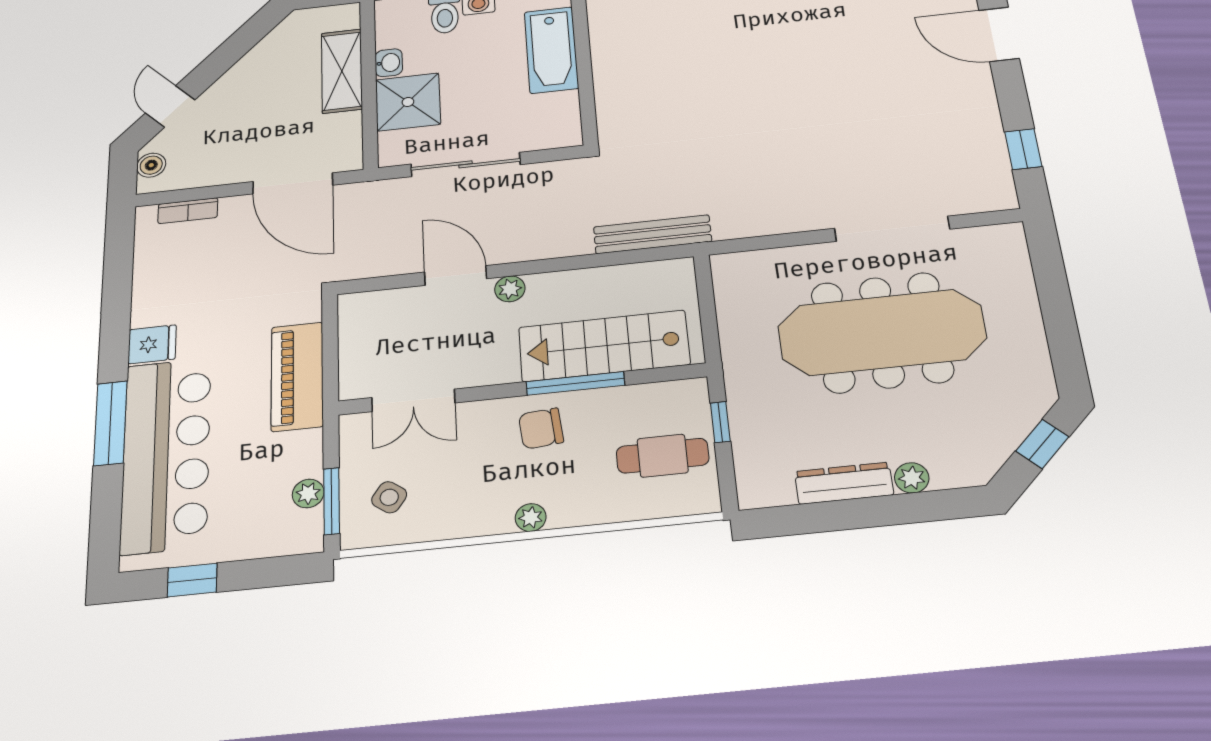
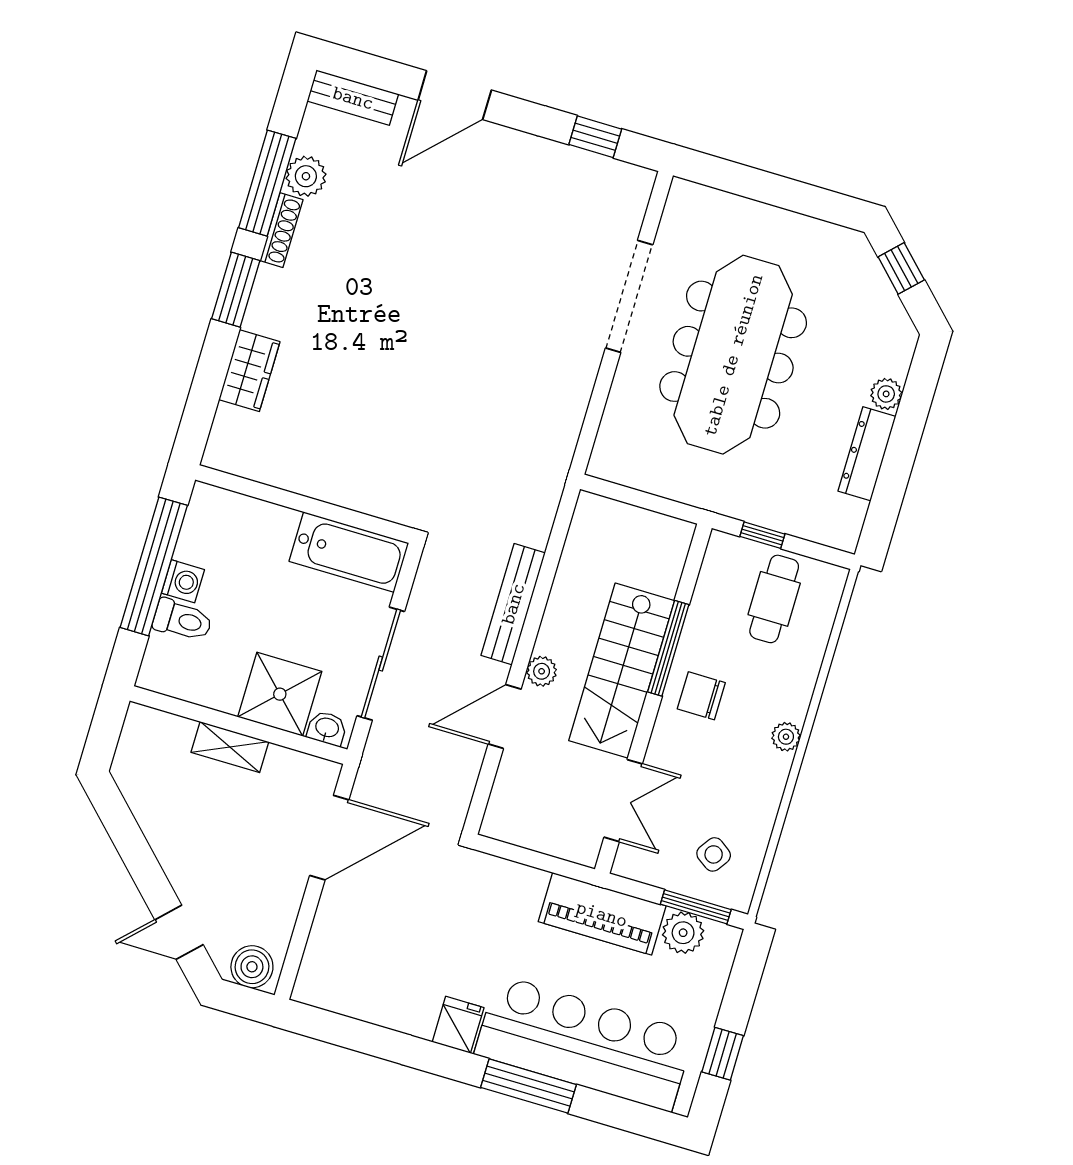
bathtub: (551, 50) -> (349, 552), moved
washbasin: (389, 63) -> (327, 728), moved
shelving: (342, 71) -> (230, 747), width x0.67, depth x0.75
boiler: (151, 165) -> (252, 967), width x1.36, depth x1.36
bookcase: (188, 211) -> (317, 949), removed
bench: (653, 234) -> (513, 604), moved
stairs: (604, 346) -> (622, 671), moved
piano: (297, 376) -> (602, 914), moved
chair: (541, 428) -> (701, 696), turned 95
plant: (308, 493) -> (683, 933), width x1.38, depth x1.38

